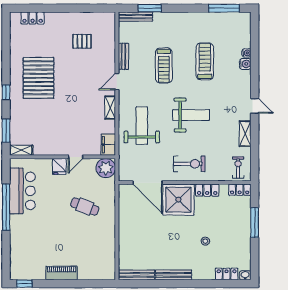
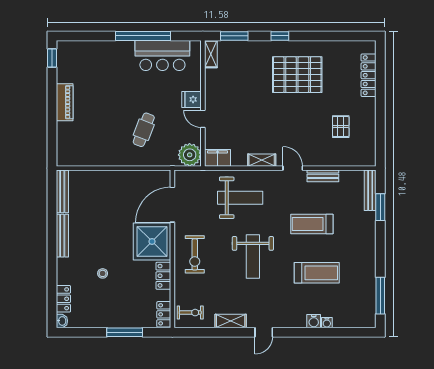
locker: (33, 18) -> (369, 75), width x1.53

